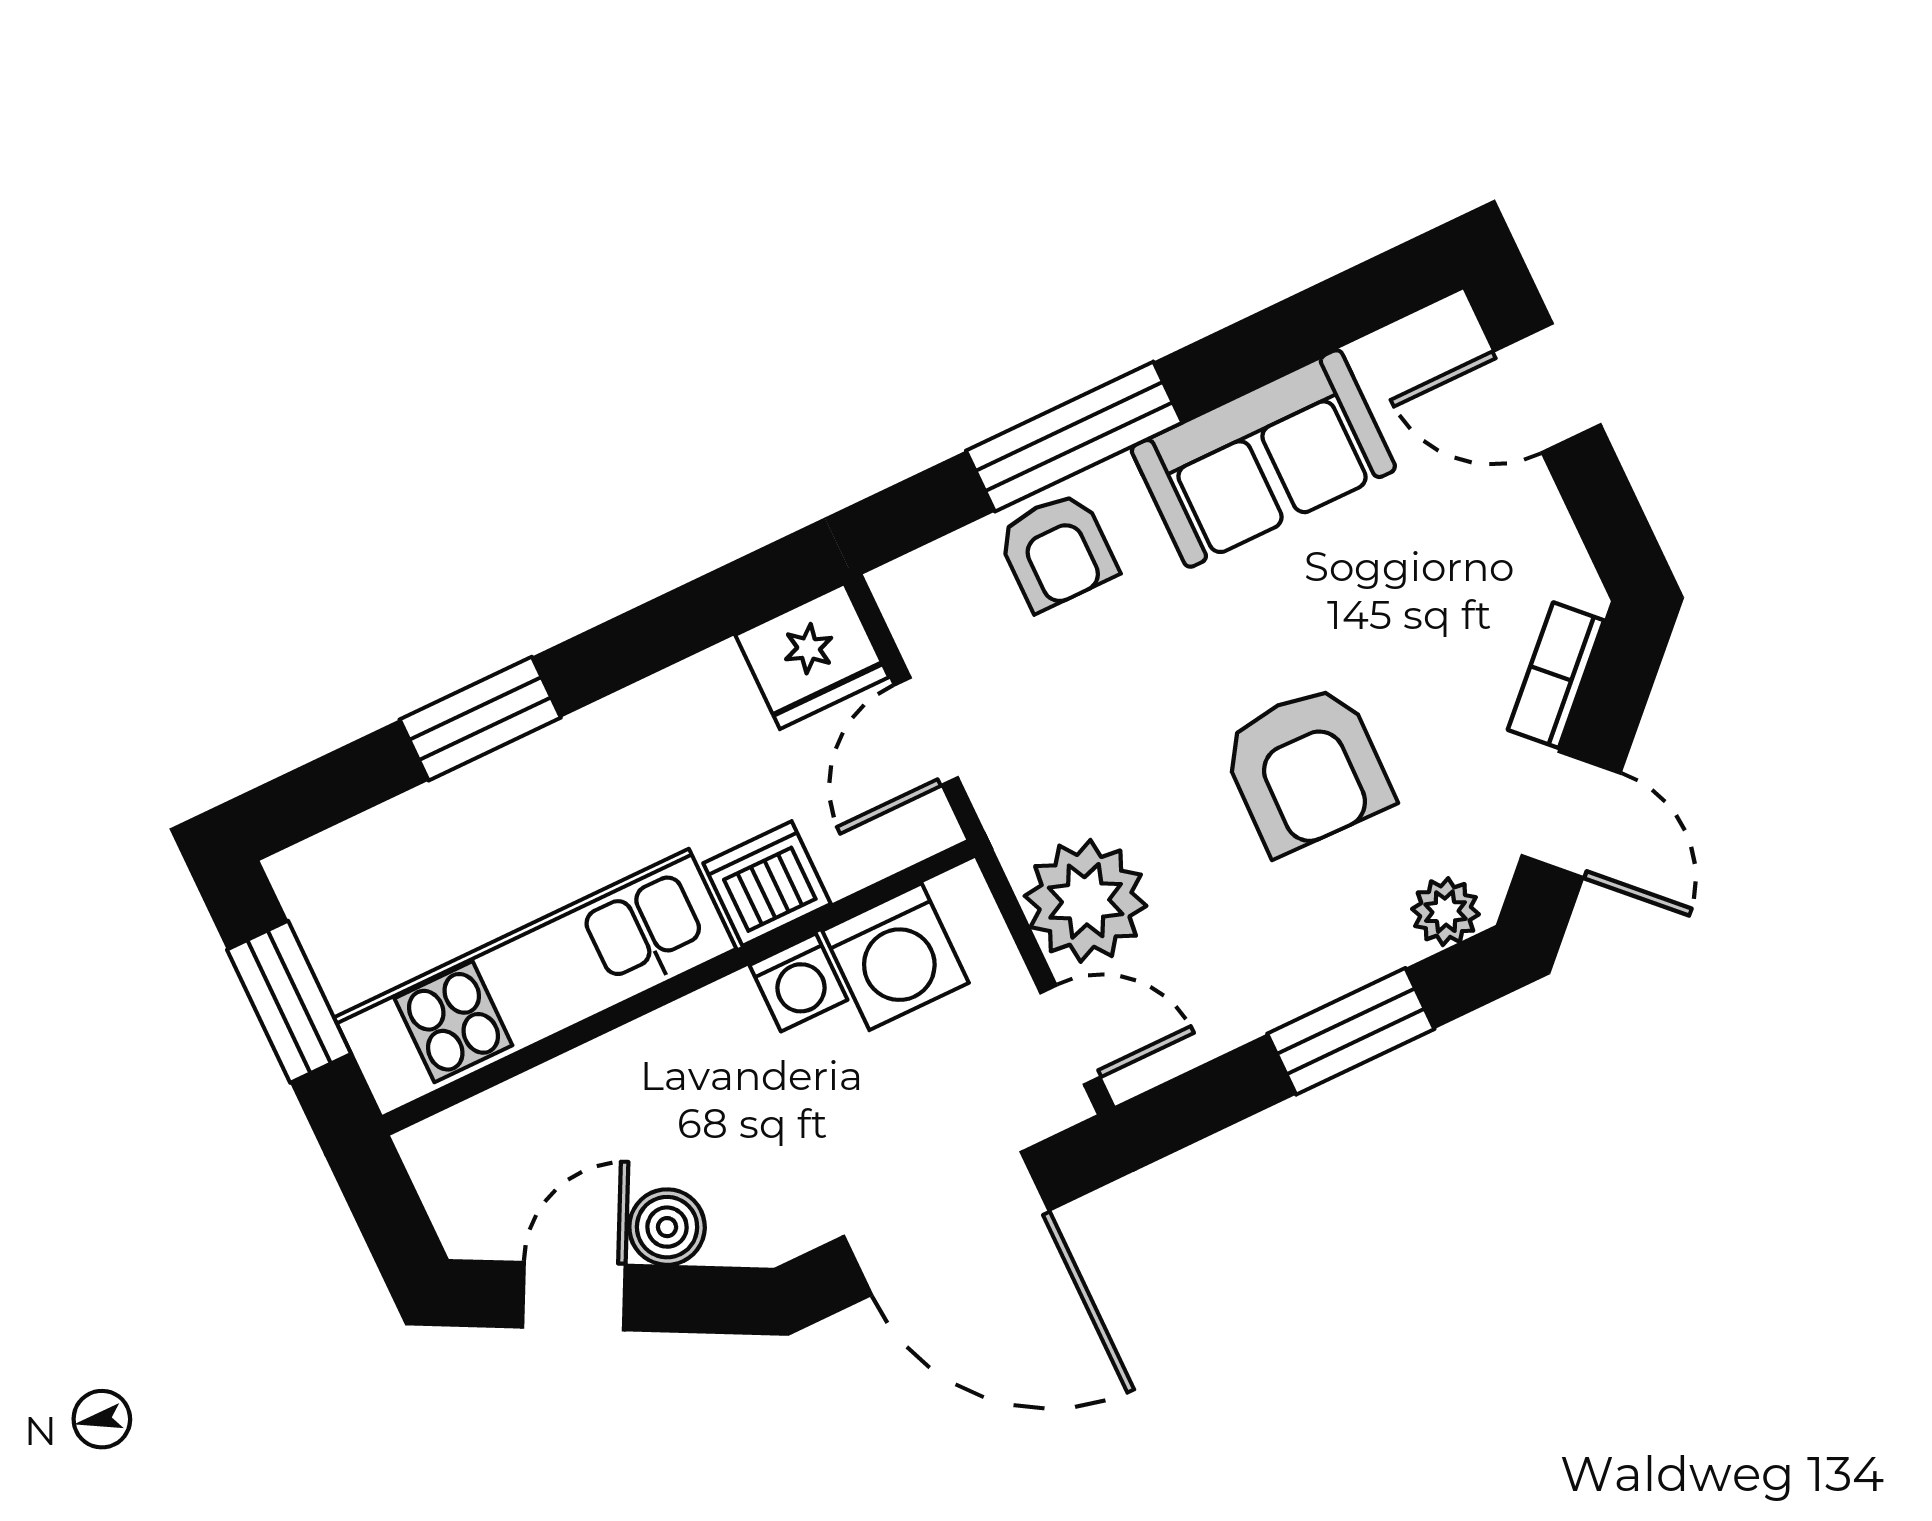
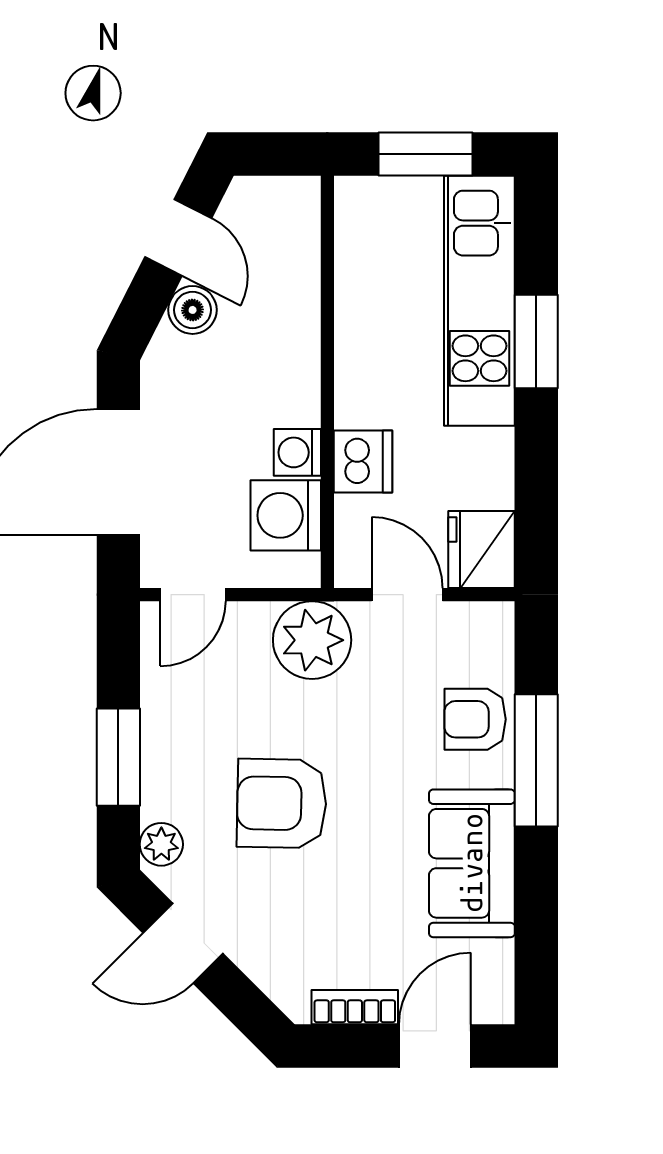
bookcase: (1556, 675) -> (355, 1007), moved, turned -45
plant: (1086, 901) -> (312, 640), moved
kitchen unit: (535, 983) -> (479, 301), moved, turned 180

